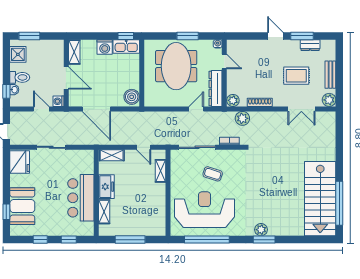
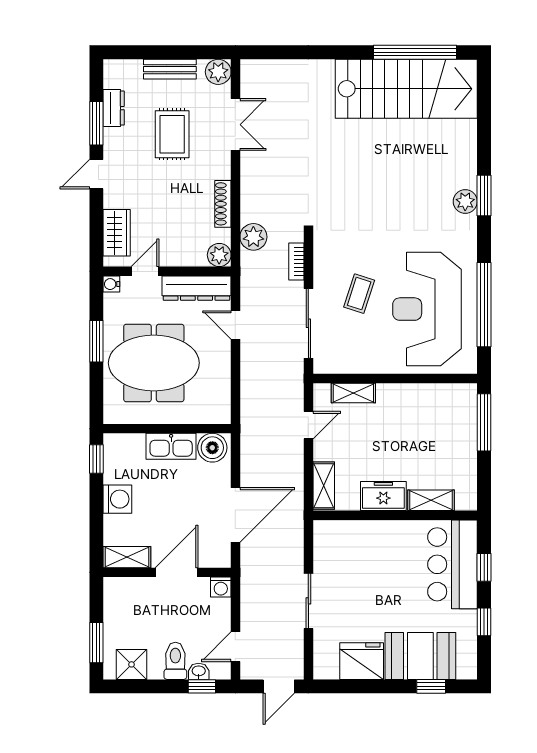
kitchen sink: (126, 46) -> (171, 446), moved, turned 90
wardrobe: (245, 47) -> (117, 233), added
door: (41, 109) -> (235, 647), moved
fridge: (20, 162) -> (362, 661), moved
bar counter: (81, 198) -> (453, 564), moved, turned 90
window: (130, 240) -> (484, 422), moved

